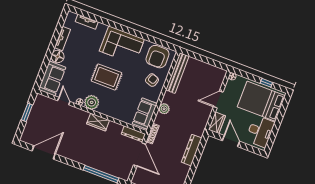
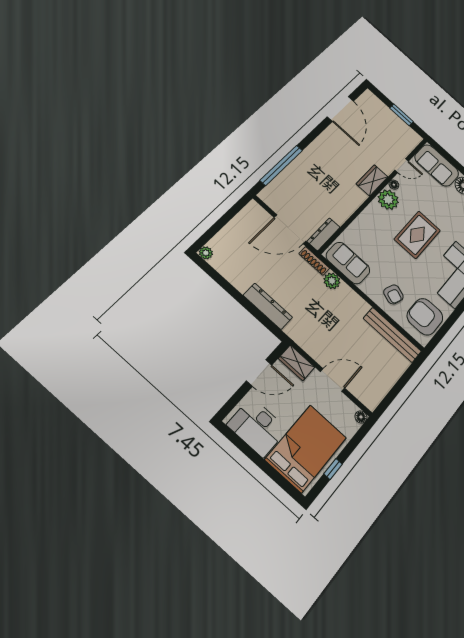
door: (218, 99) -> (332, 380), hinge flipped
plant: (164, 109) -> (332, 281), moved
wardrobe: (98, 122) -> (372, 180), moved

